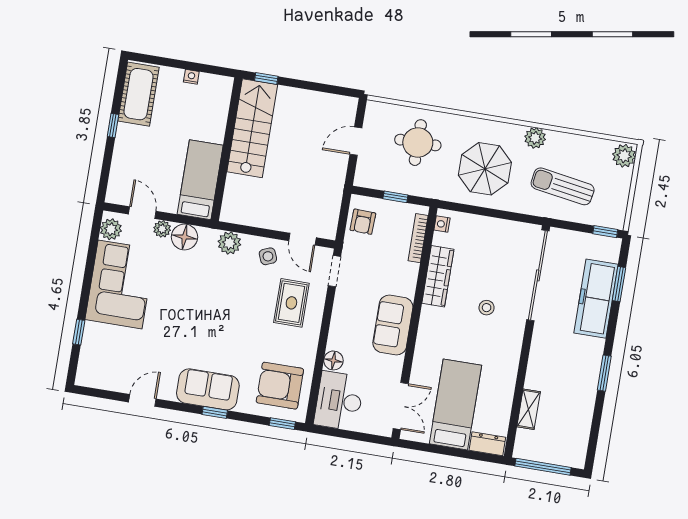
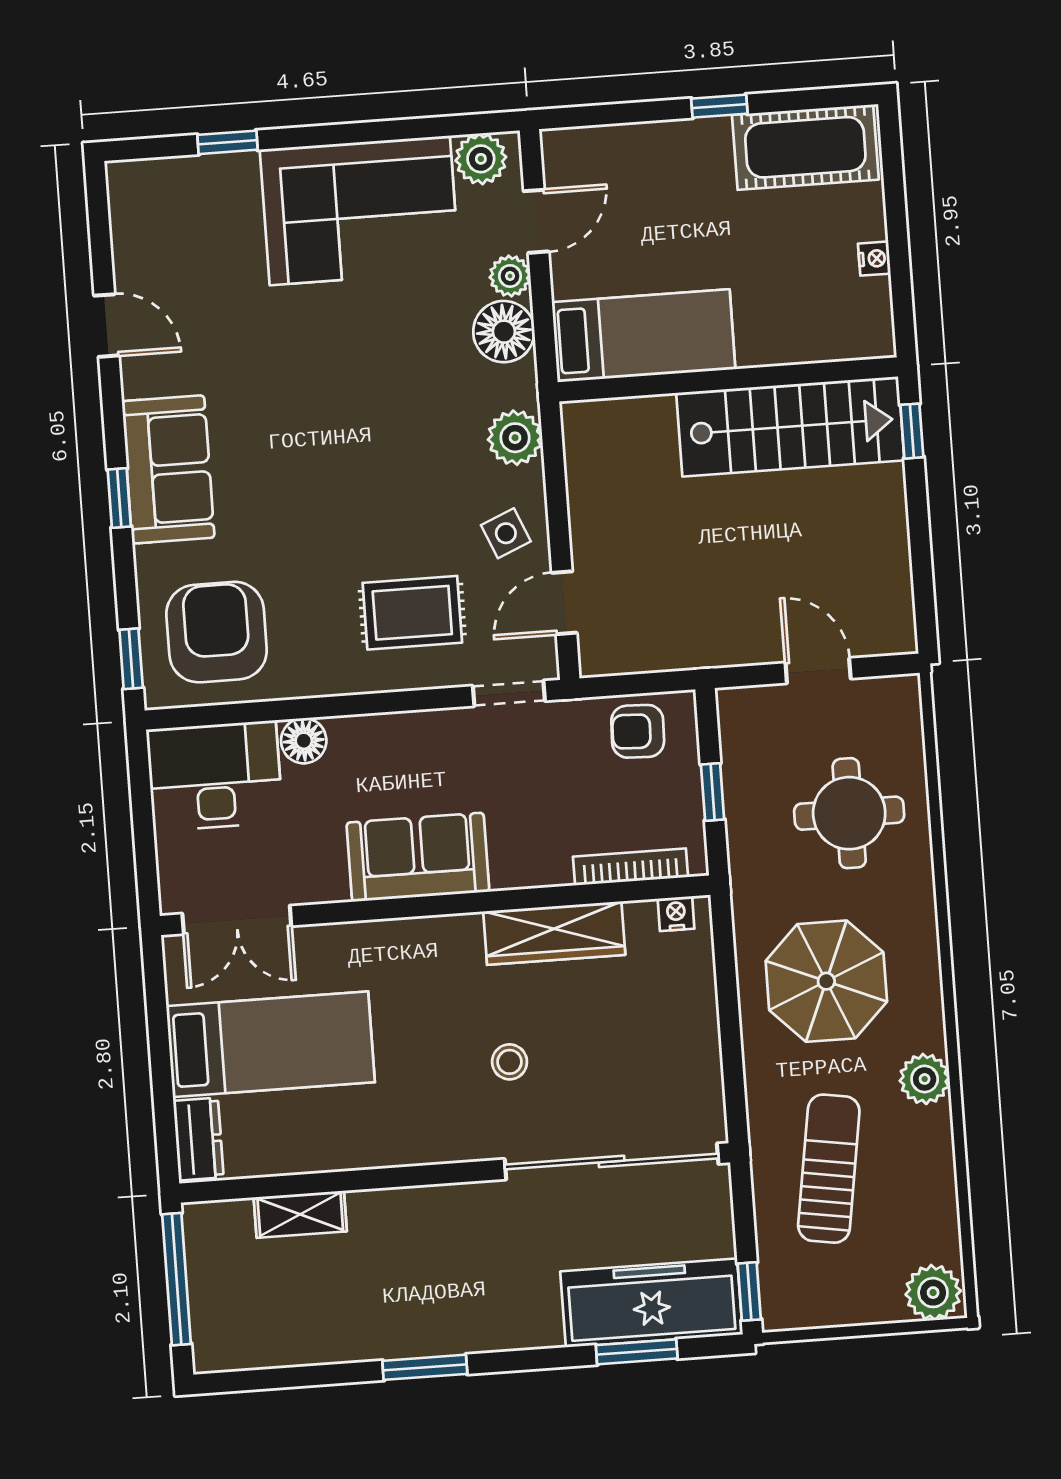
freezer: (596, 299) -> (651, 1303), moved

